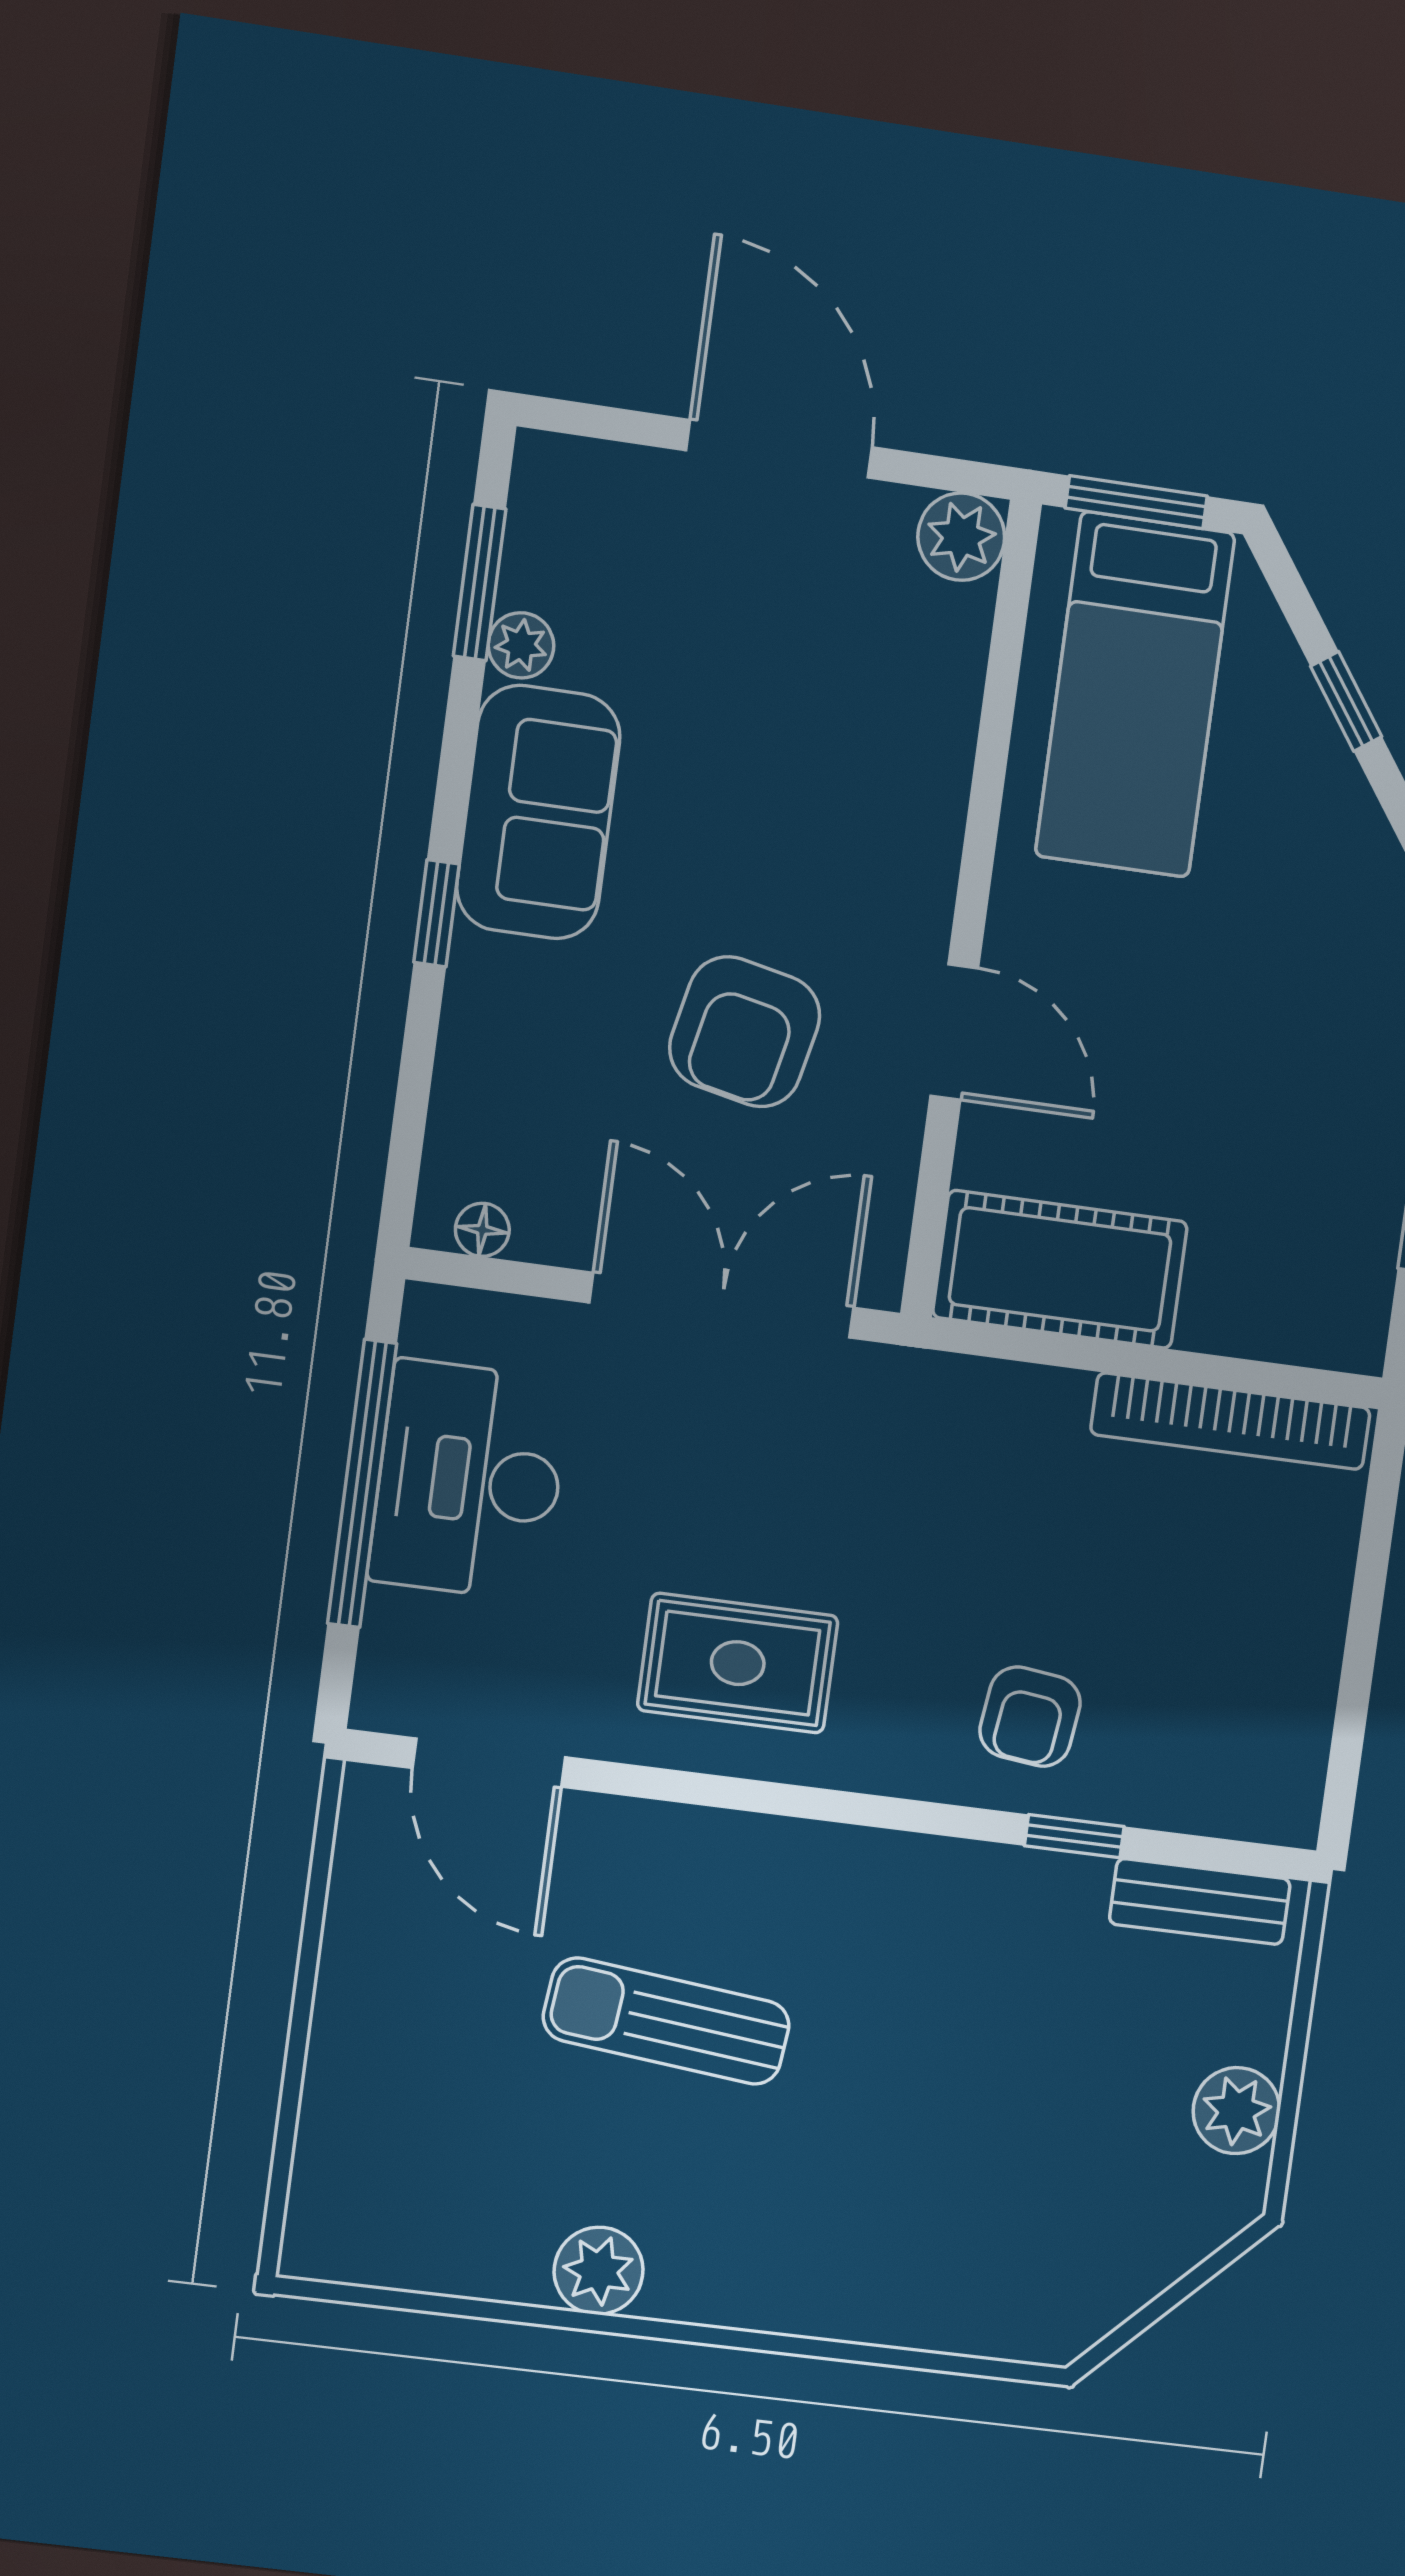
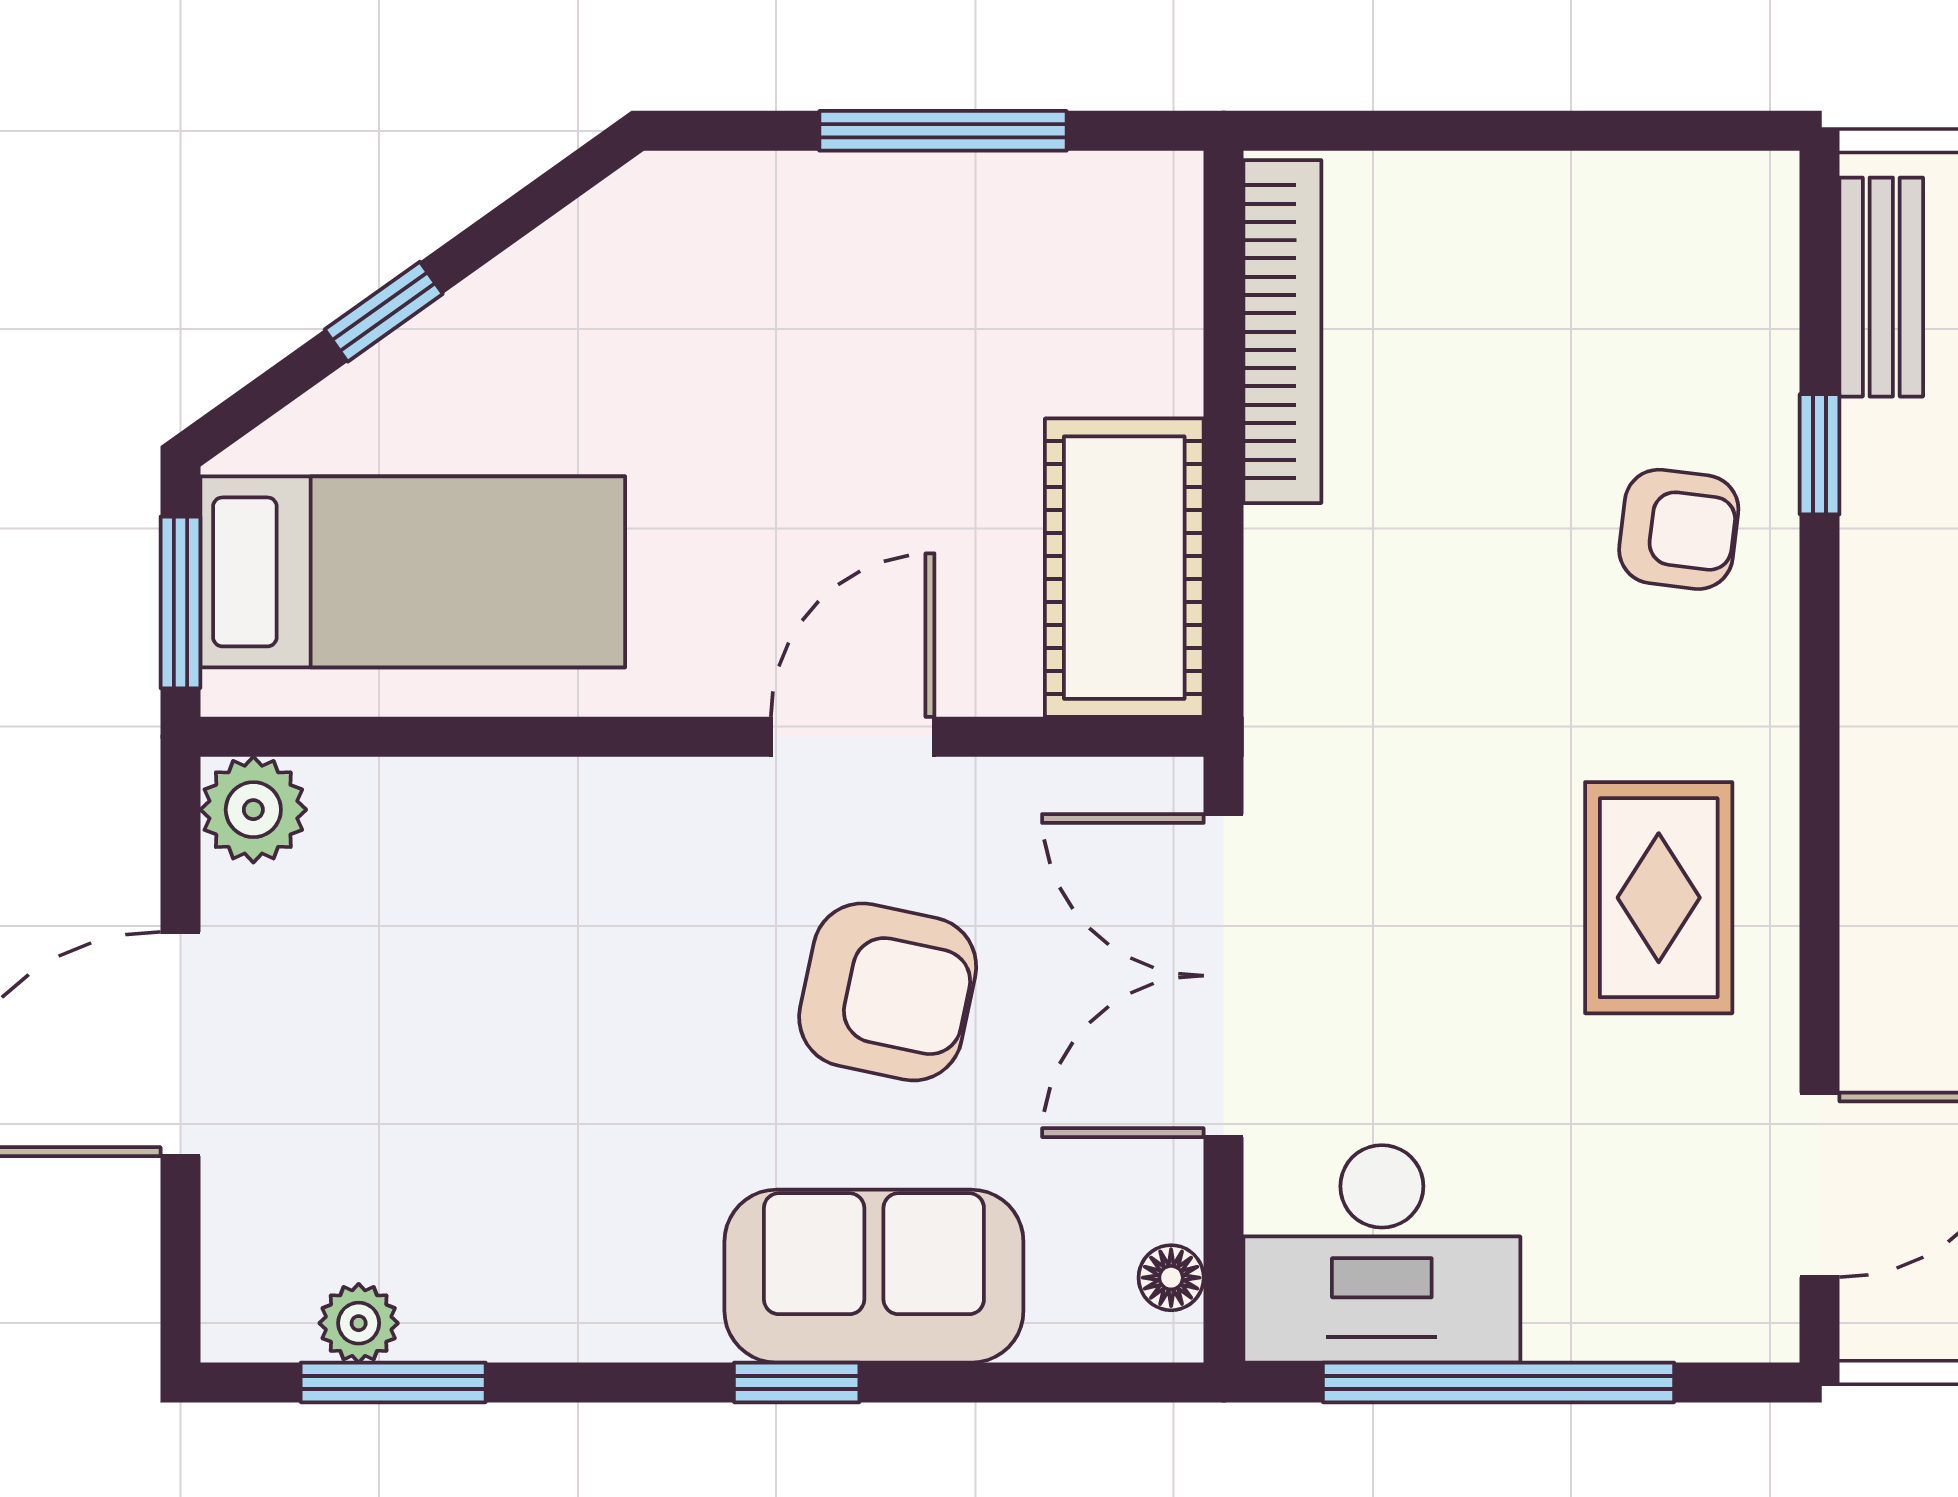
plant: (521, 645) -> (359, 1323), moved
sofa: (538, 812) -> (874, 1276), moved
desk: (469, 1480) -> (1382, 1254), moved

